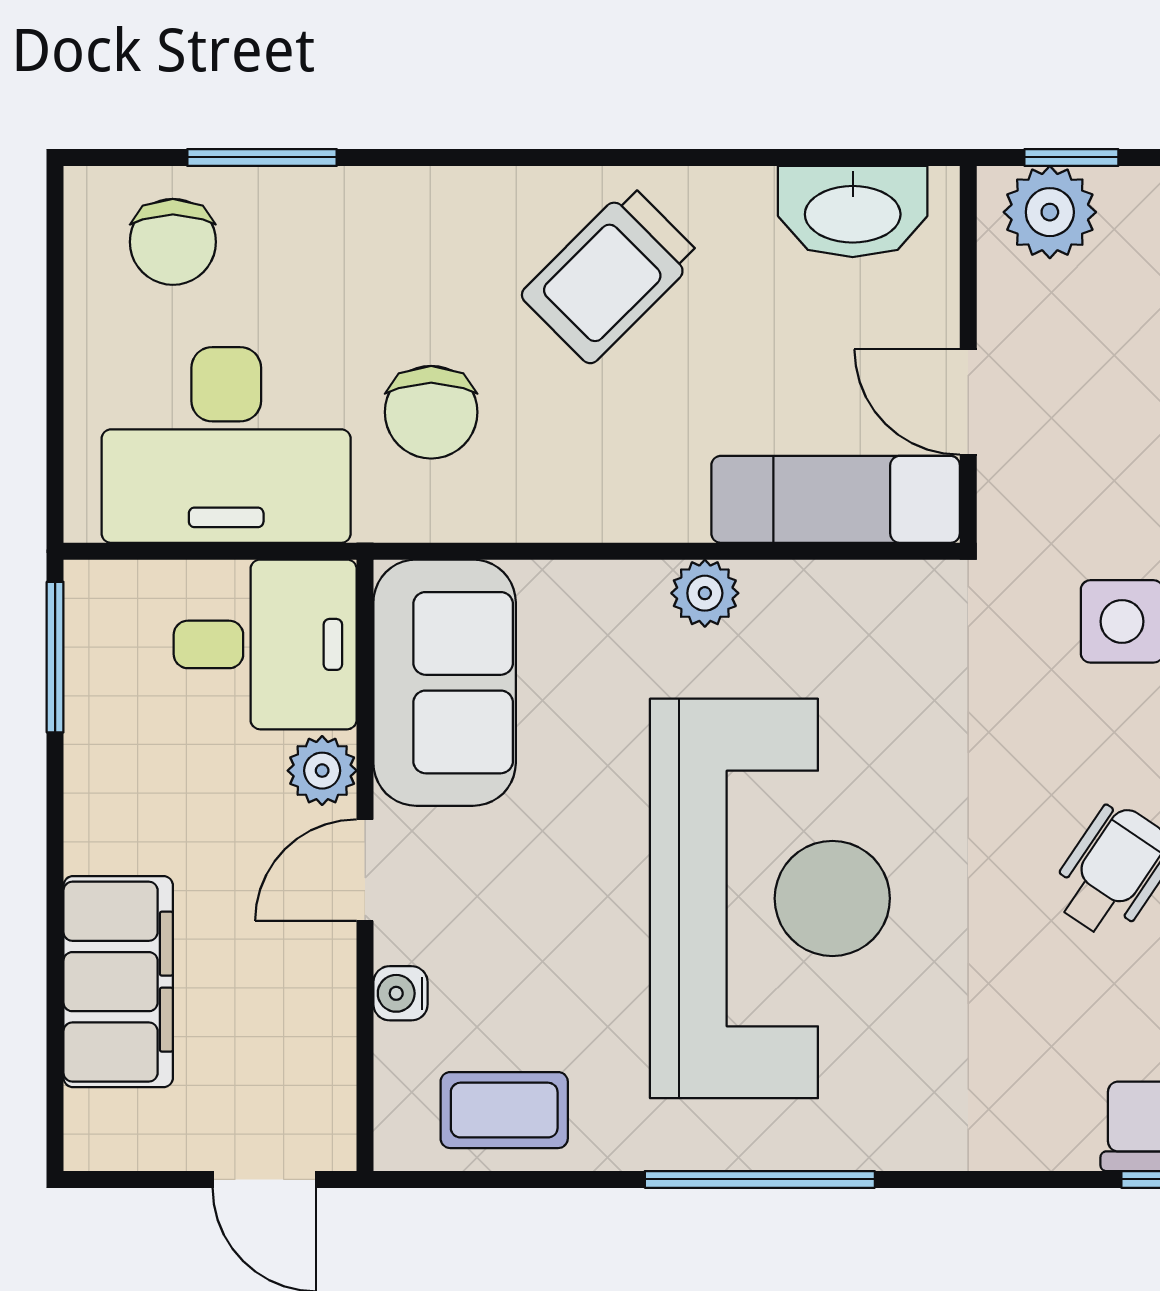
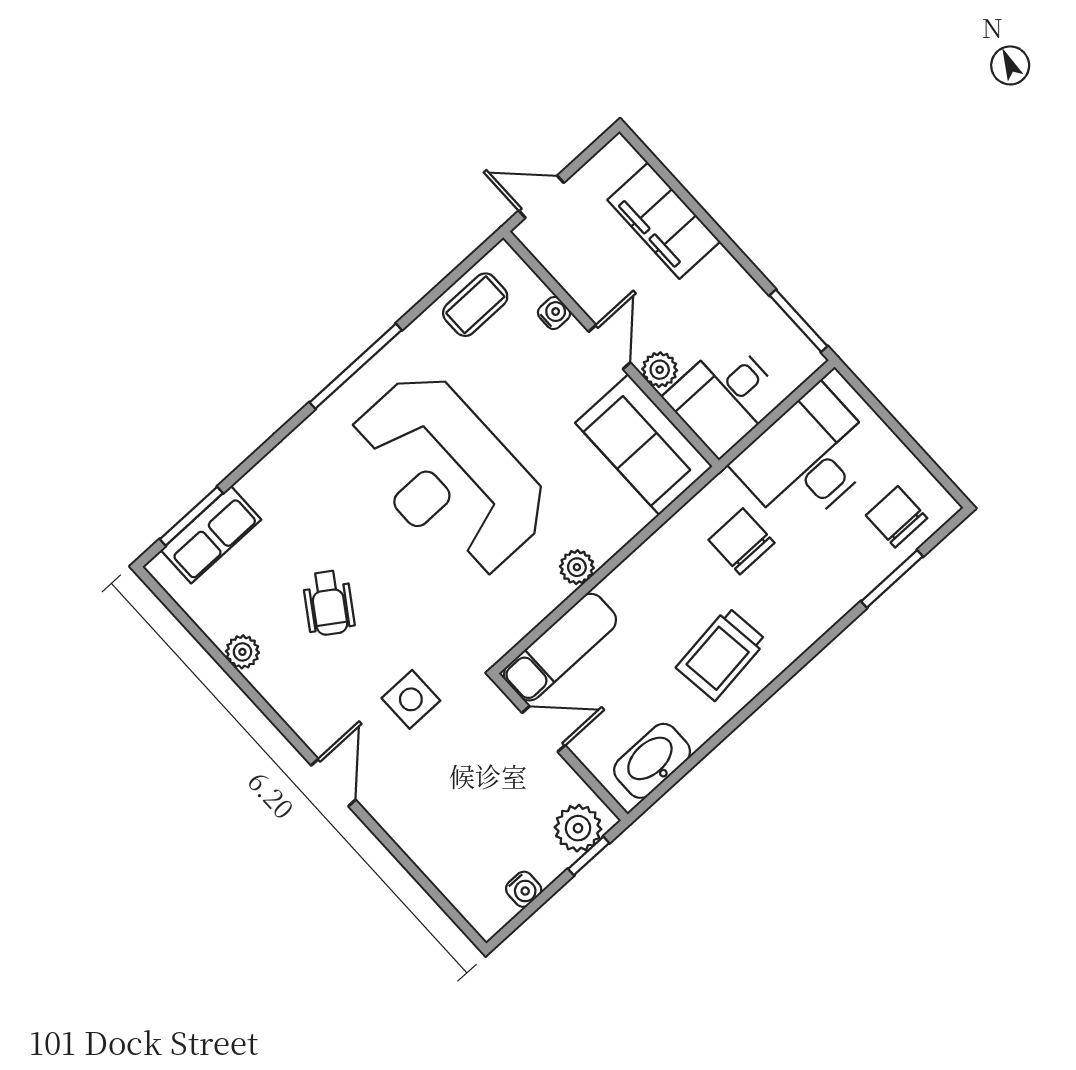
trolley: (610, 275) -> (721, 654), turned -142

